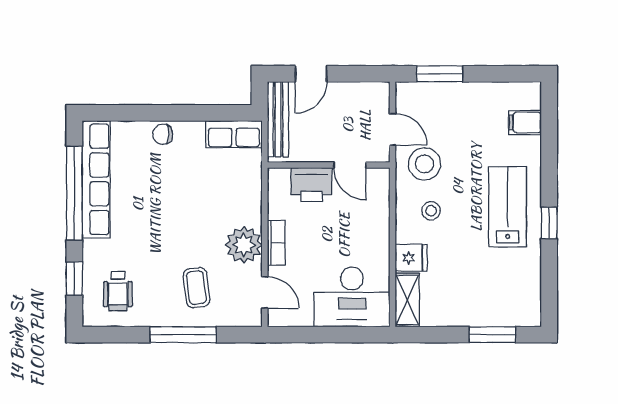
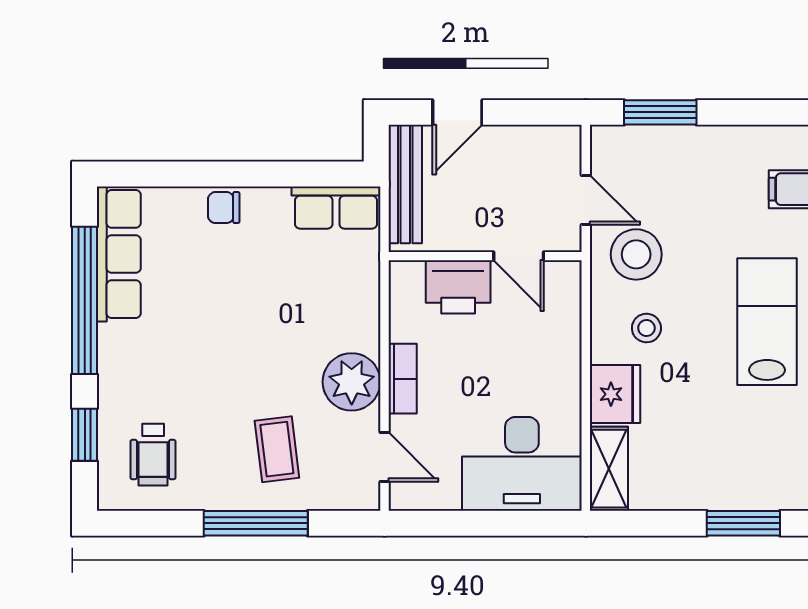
row of seats: (96, 179) -> (119, 254), width x0.73
fridge: (411, 258) -> (615, 394), width x1.38

